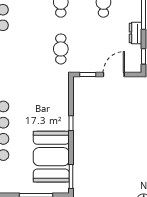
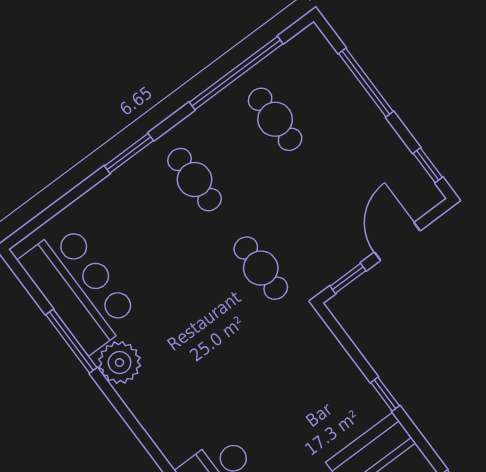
dresser: (136, 33) -> (380, 132), removed

